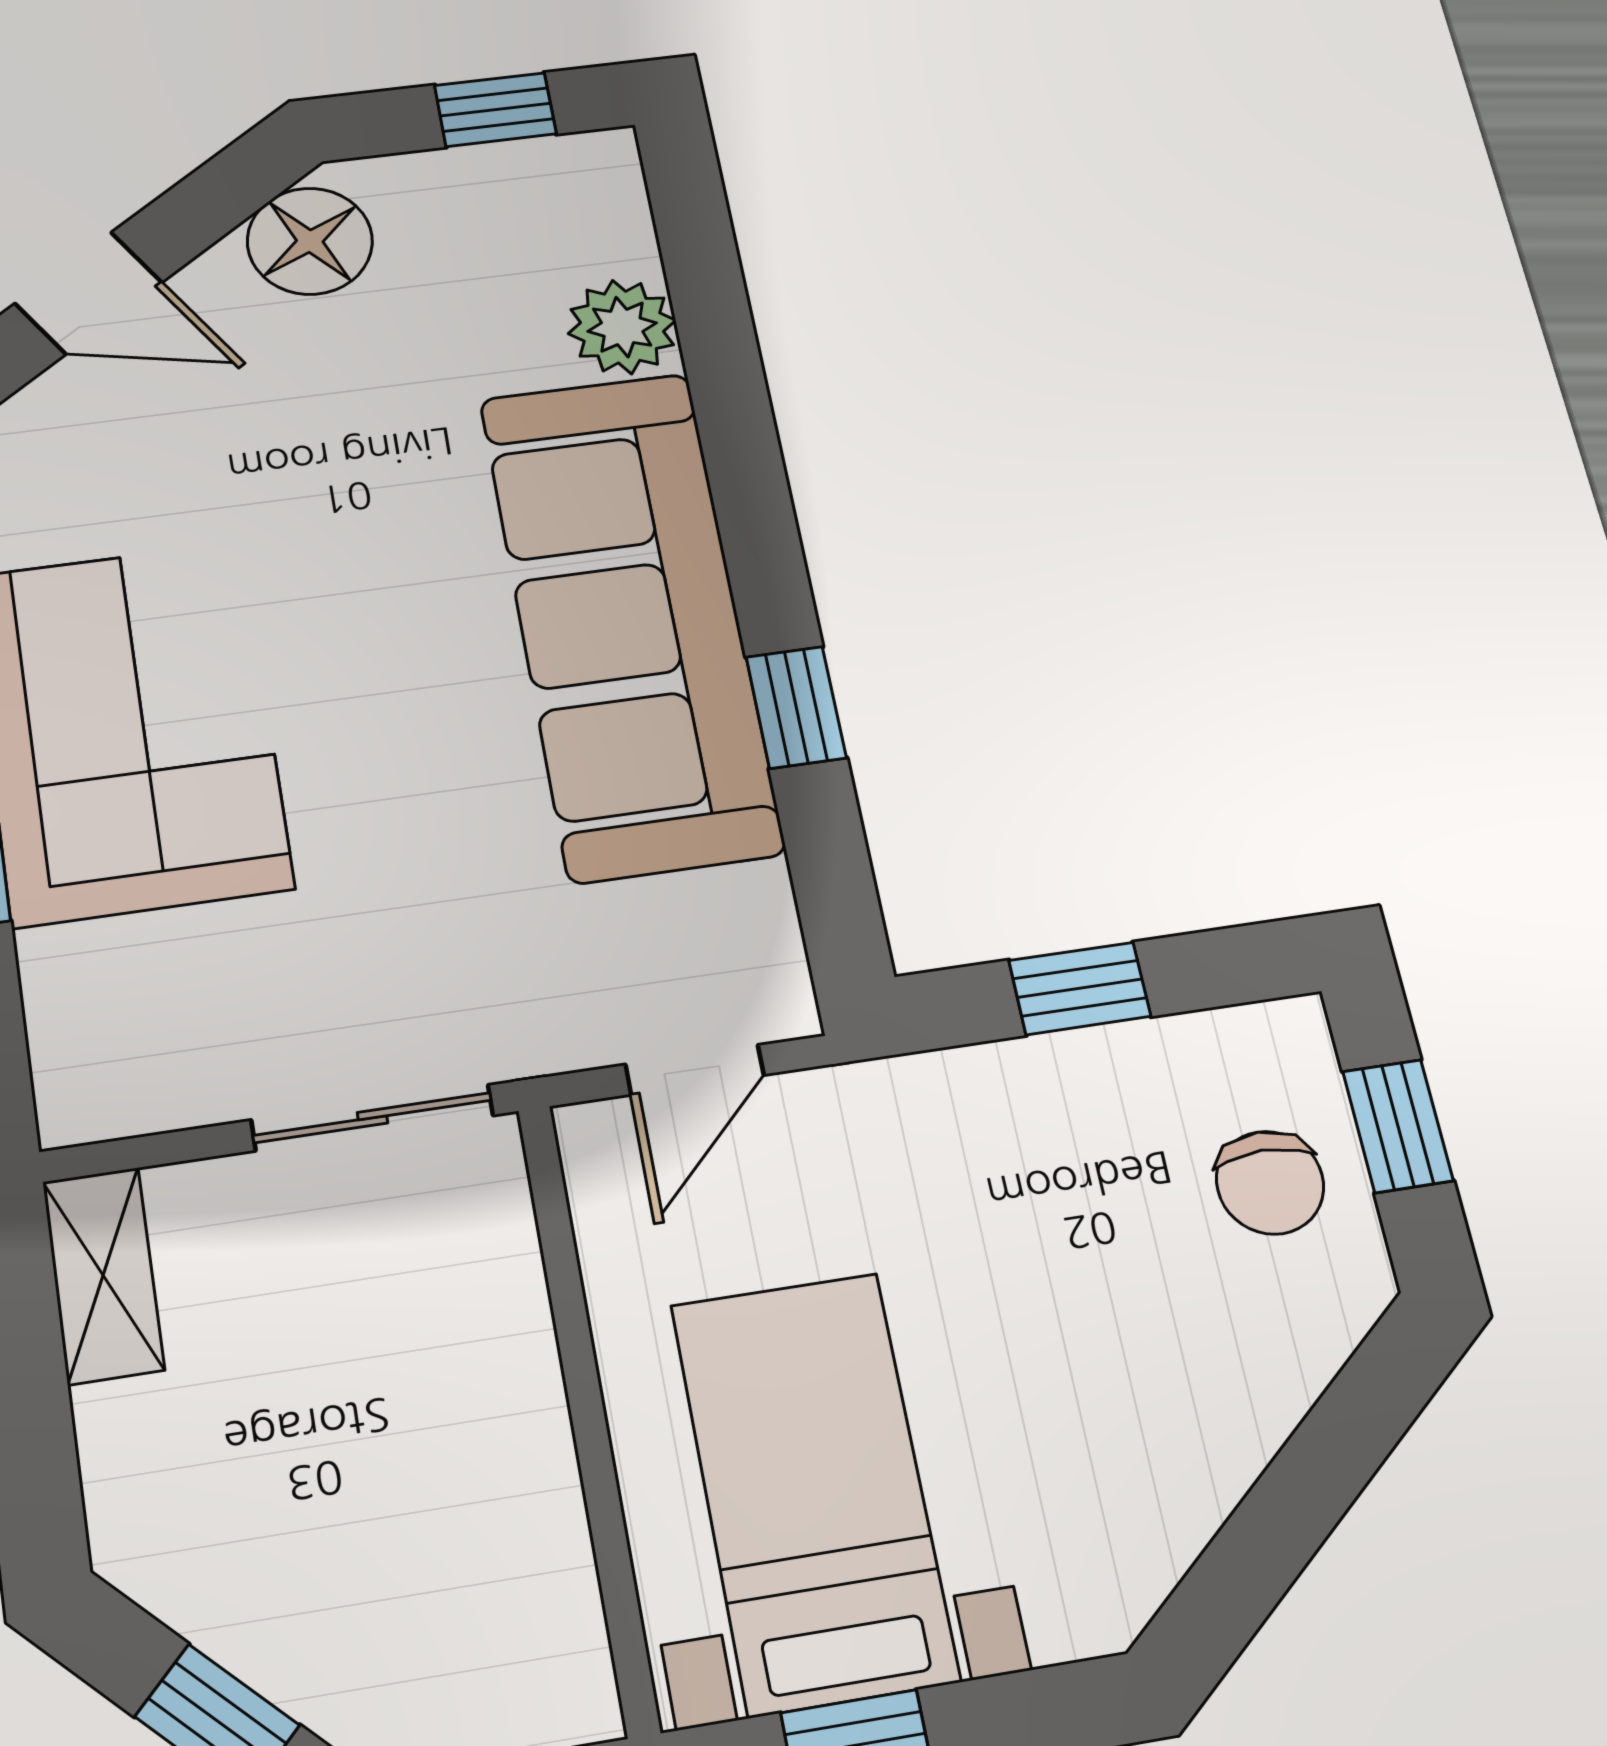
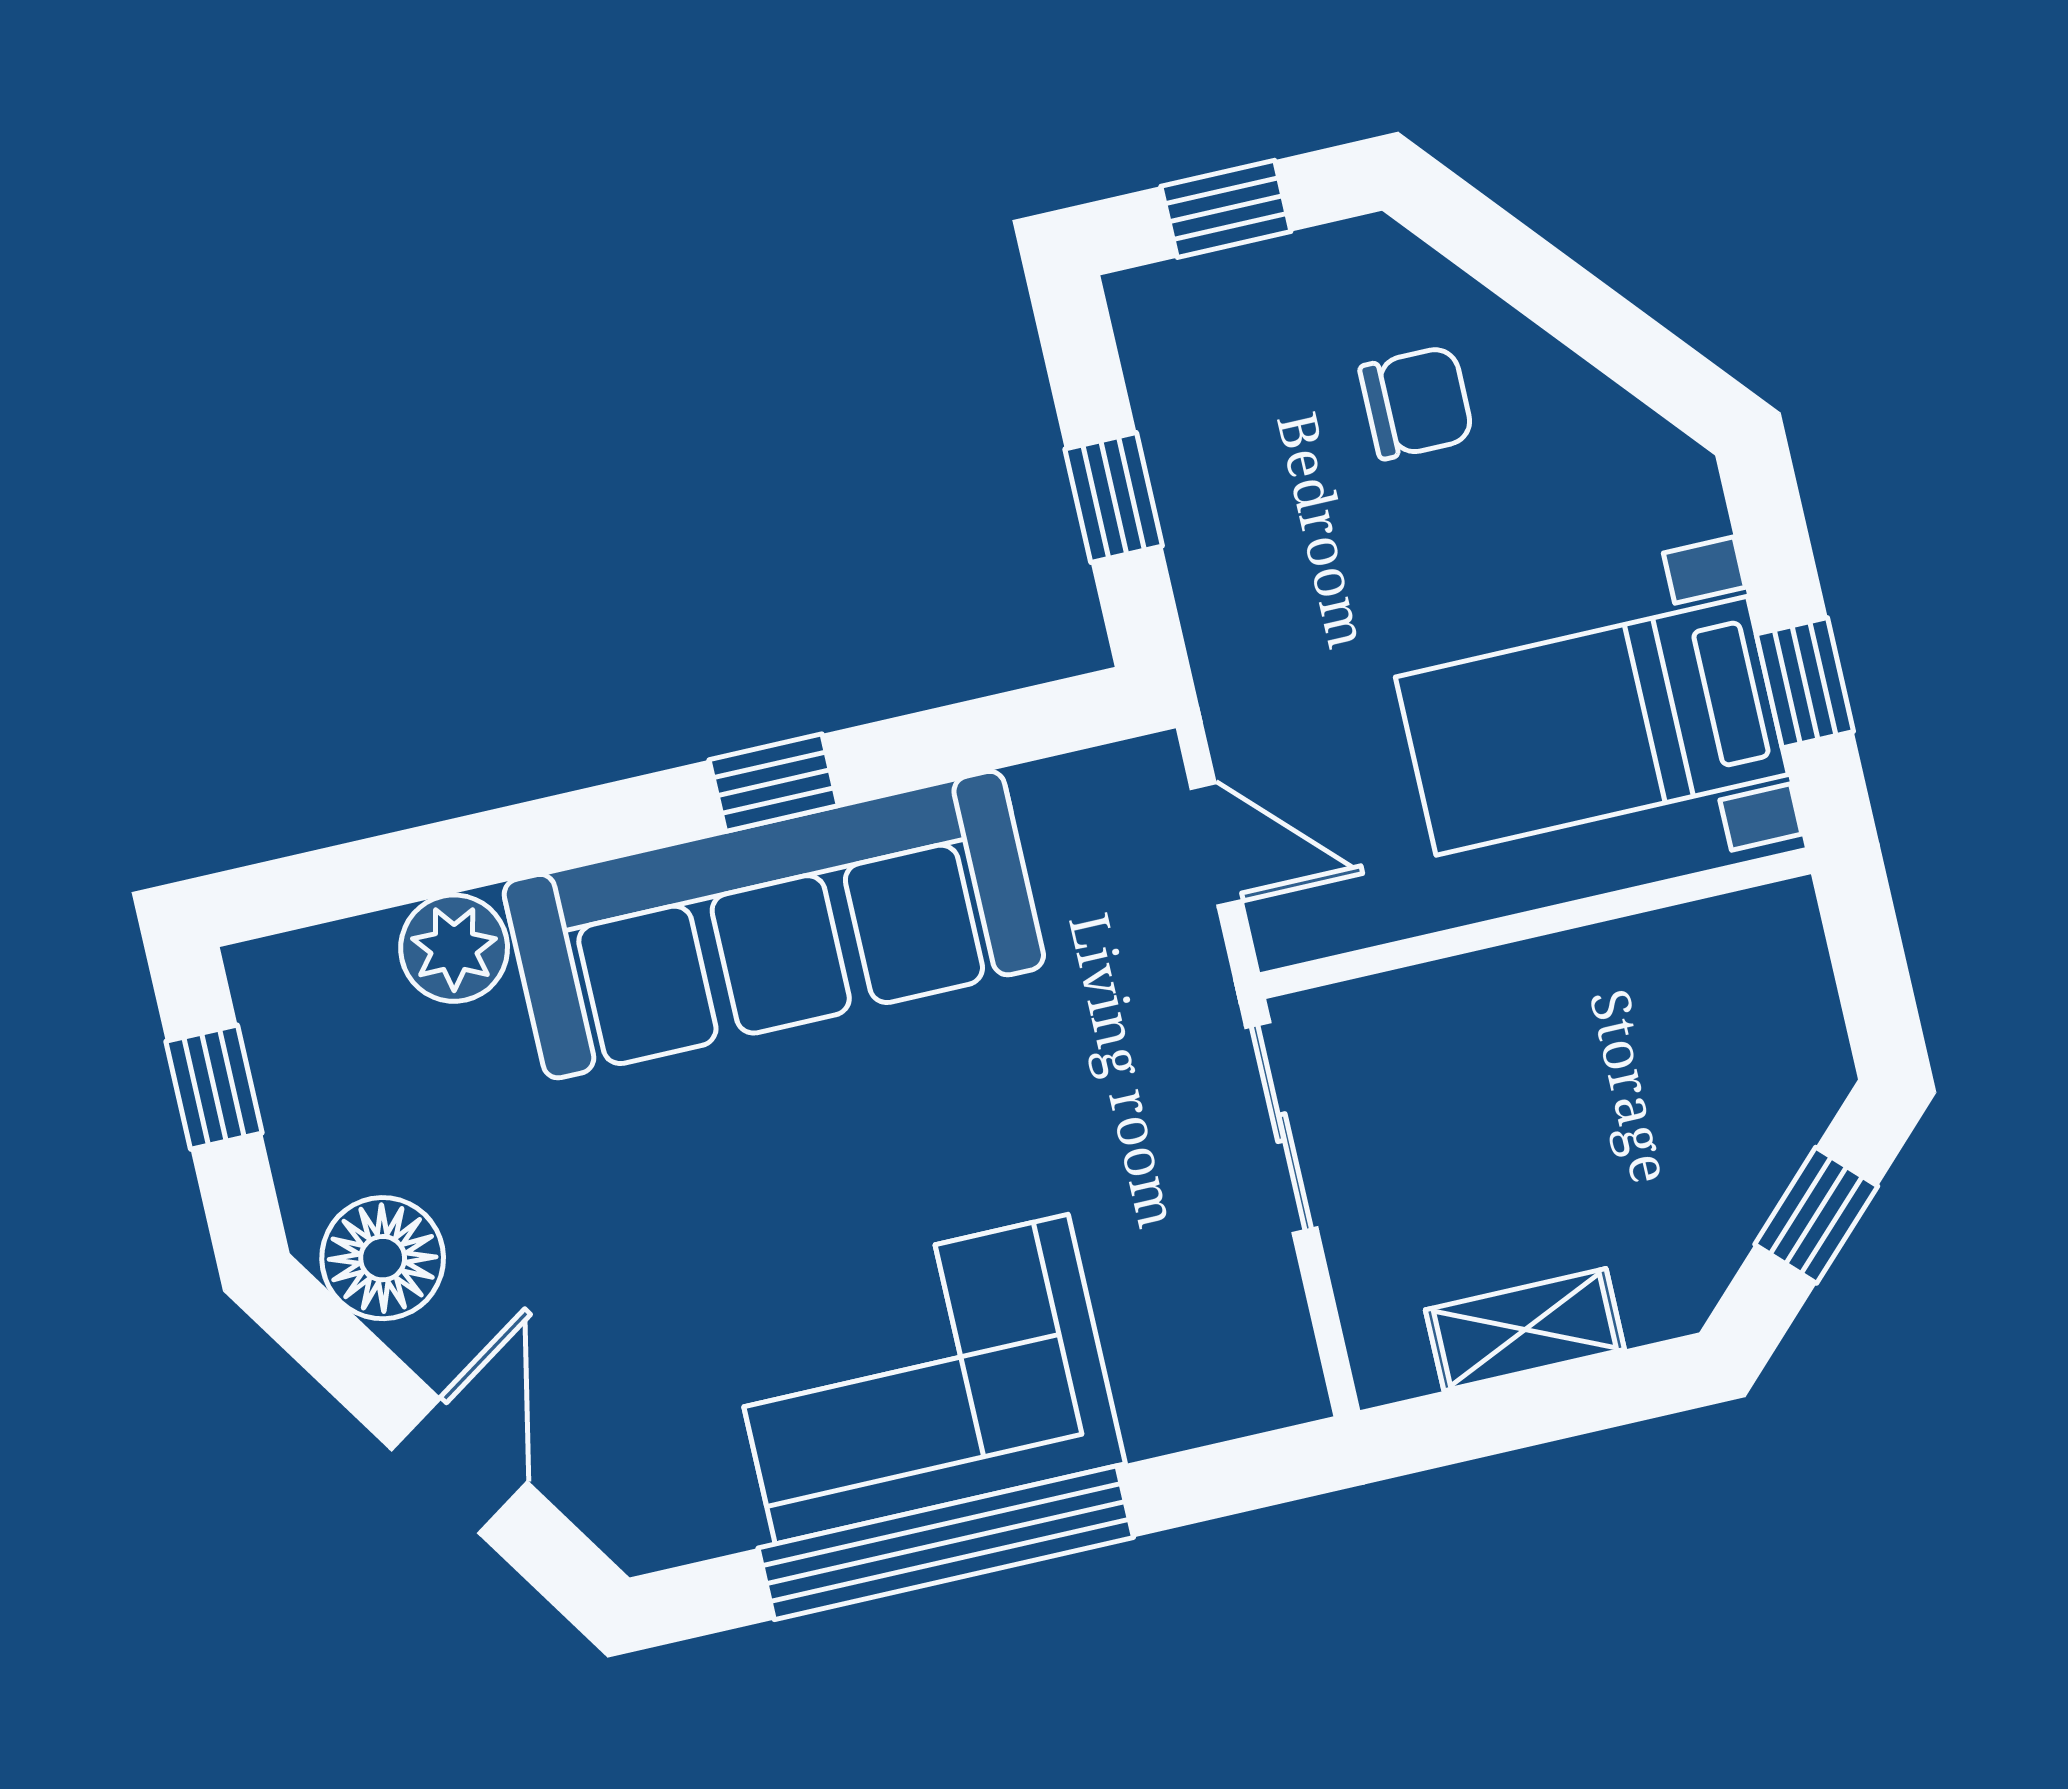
window: (796, 707) -> (774, 783), moved
chair: (1270, 1183) -> (1416, 403), moved
shelving: (103, 1275) -> (1525, 1330), moved

